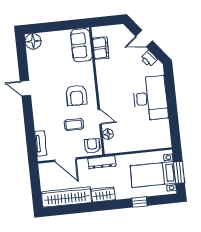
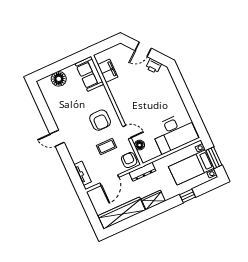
floor lamp: (33, 41) -> (59, 79), moved
door: (25, 88) -> (57, 138), moved
desk: (150, 98) -> (174, 133), moved, turned 90
door: (65, 160) -> (109, 180), hinge flipped

